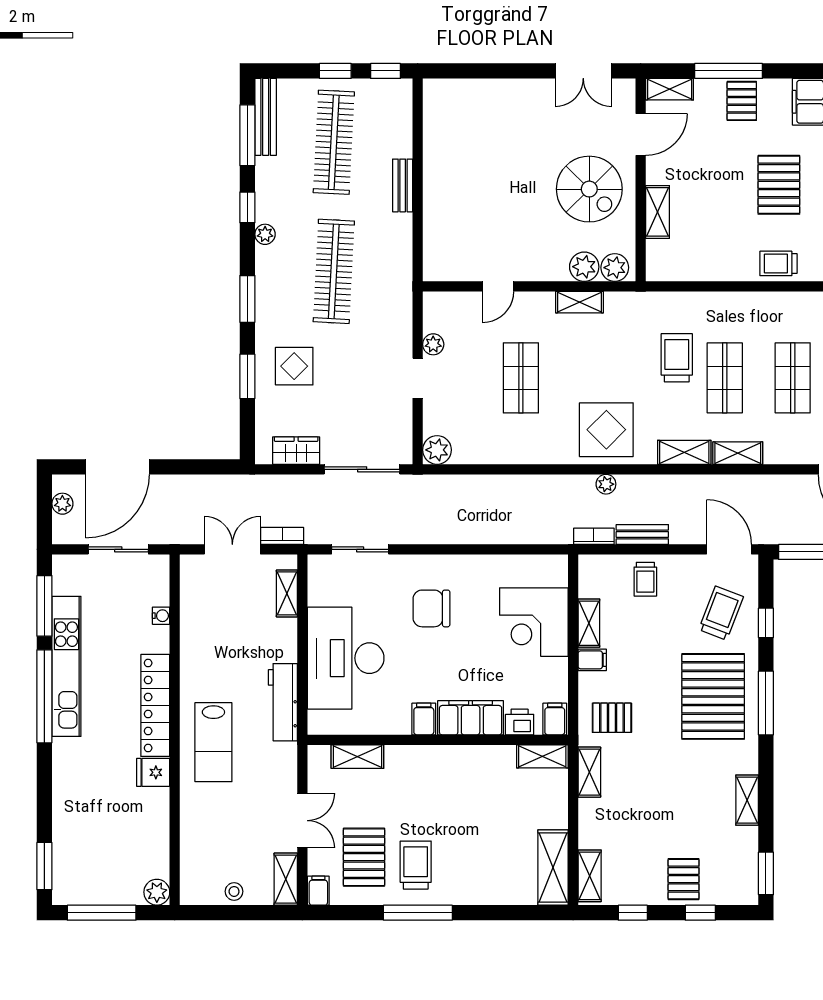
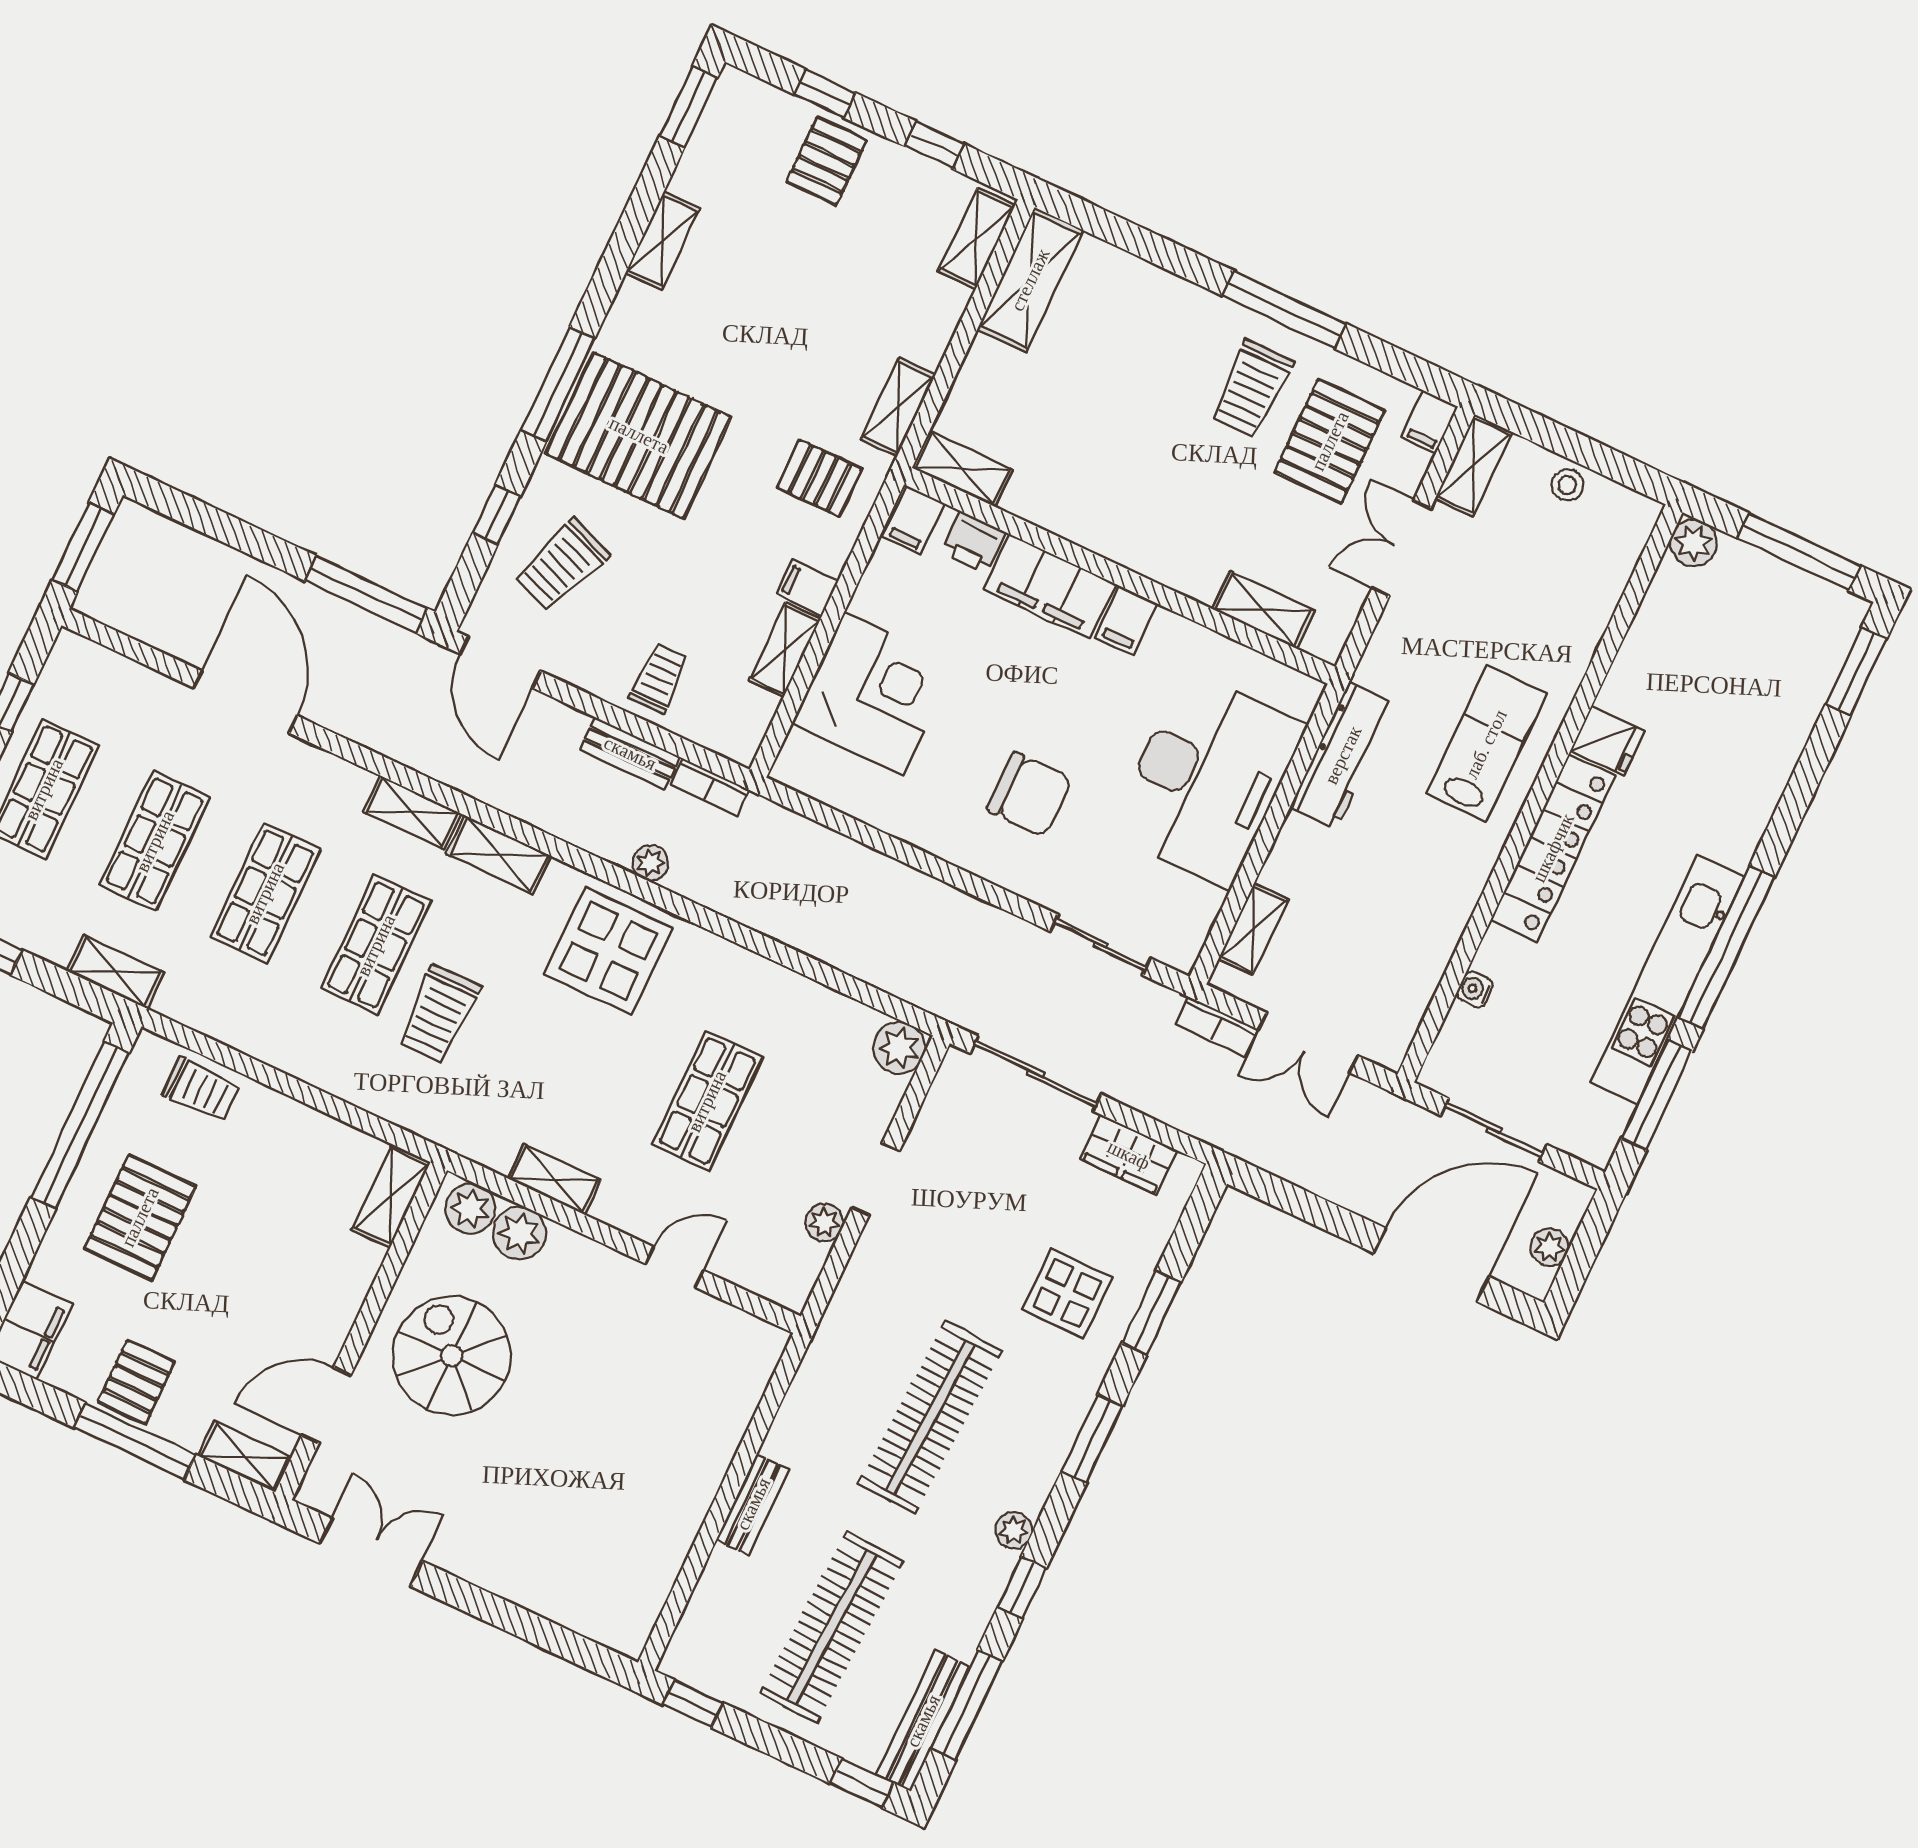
window: (335, 71) -> (862, 1783), moved
shelving: (658, 212) -> (391, 1196), moved
pallet: (713, 696) -> (639, 435), turned 90

